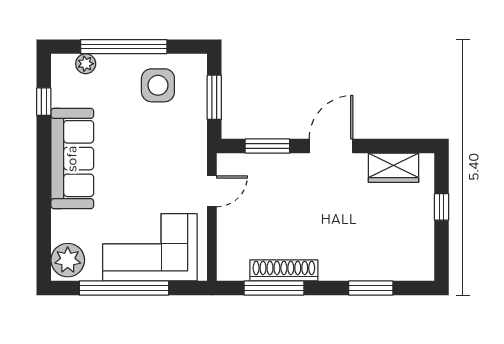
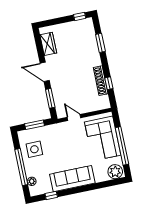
window: (442, 207) -> (80, 16), moved
window: (274, 288) -> (109, 83), width x0.46

